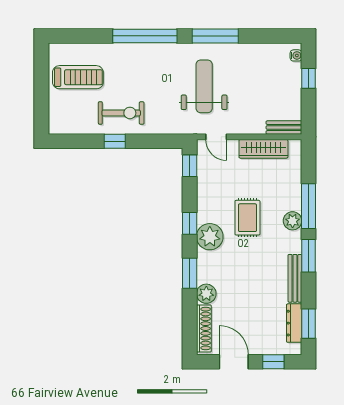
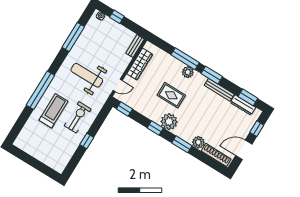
window: (215, 36) -> (73, 37), moved
treadmill: (78, 77) -> (53, 111), moved
exercise bike: (121, 113) -> (78, 117), moved

